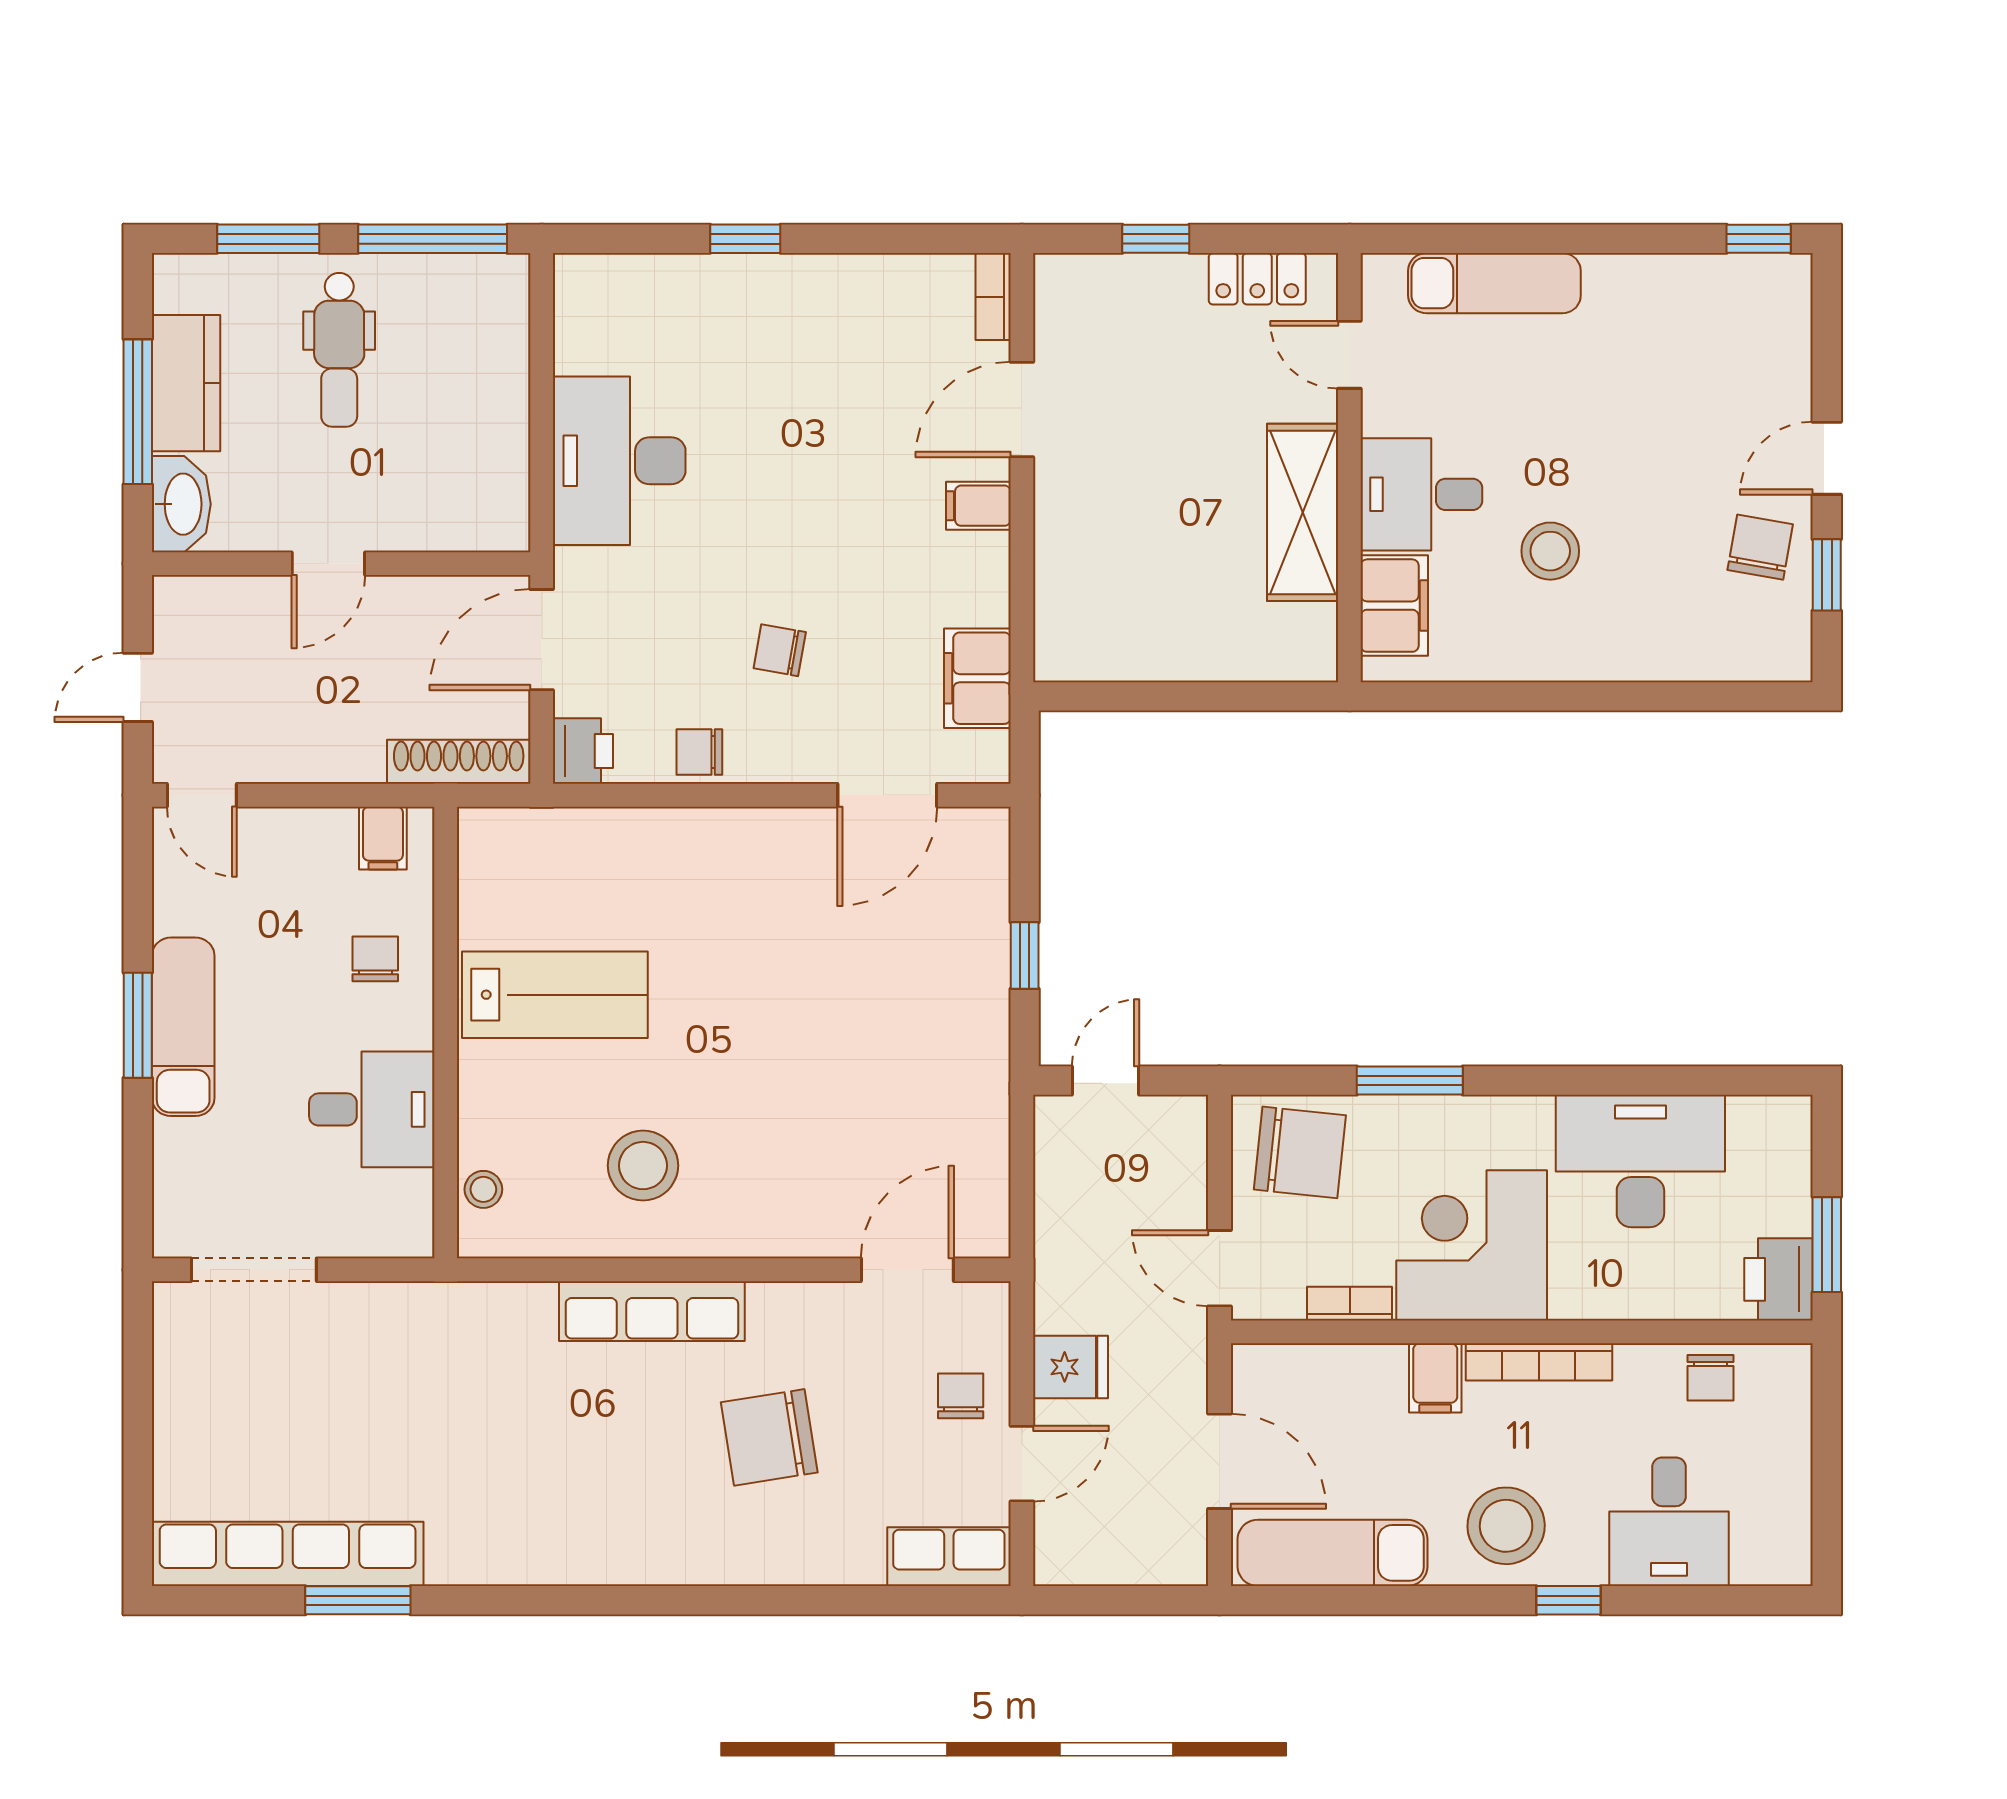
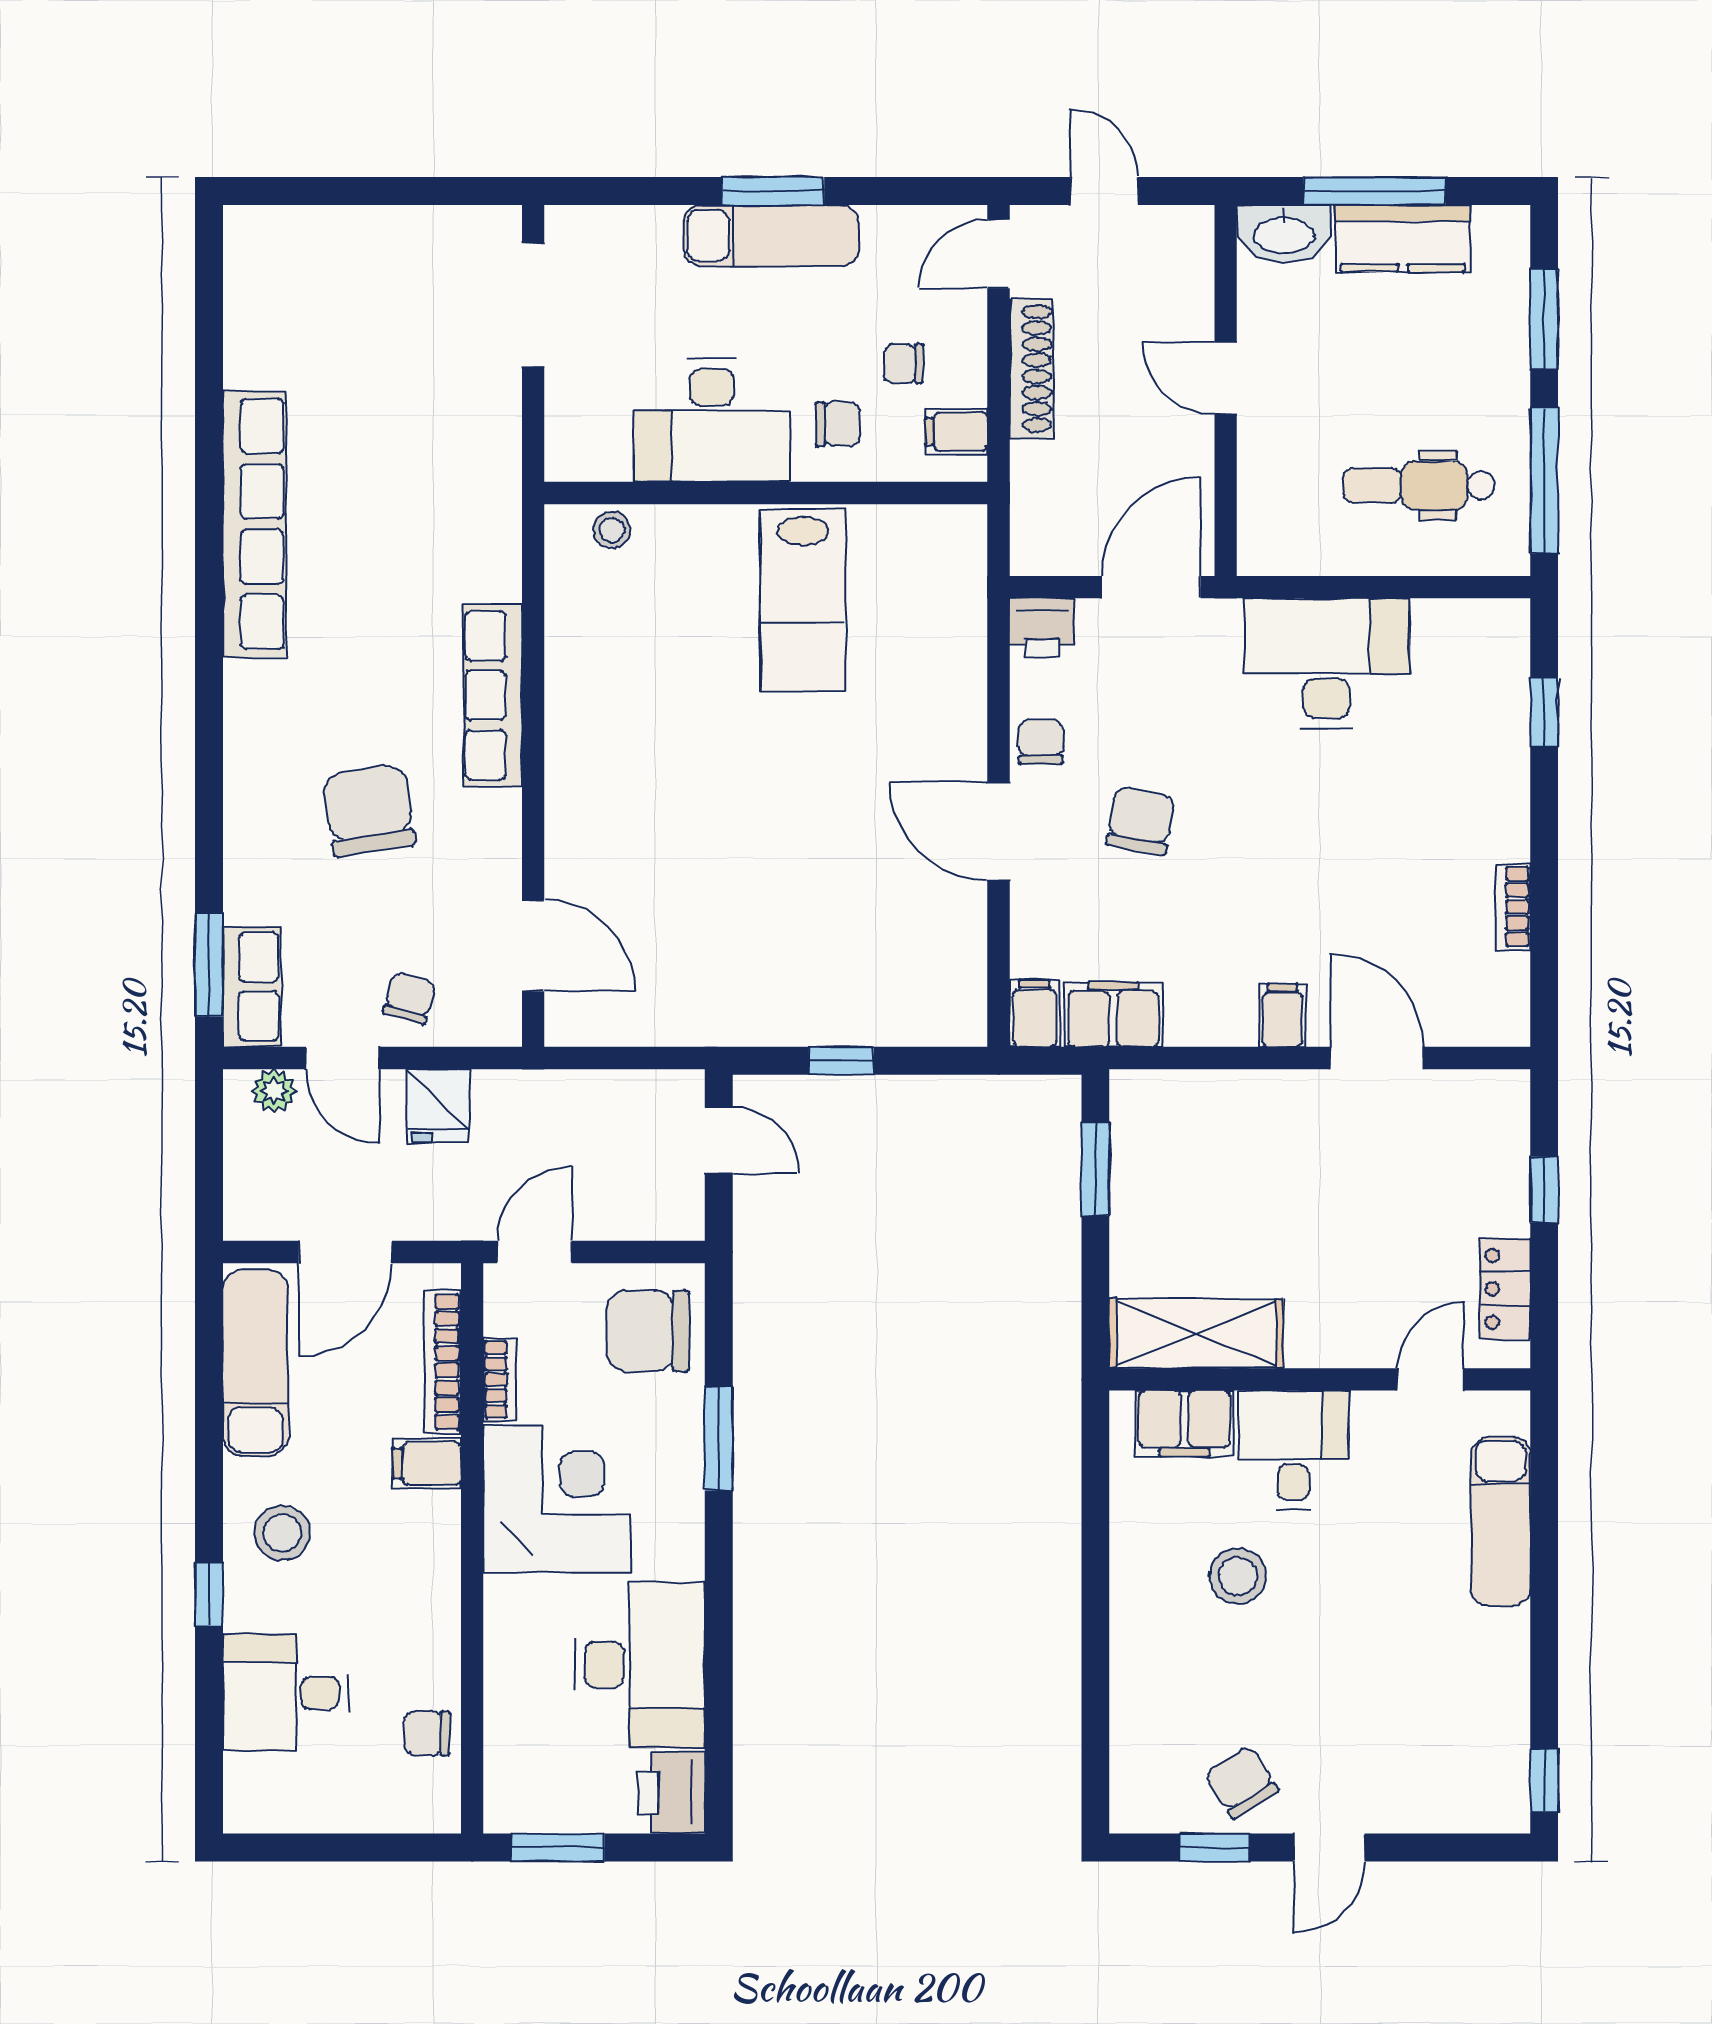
window: (745, 239) -> (1544, 712), moved
bookcase: (993, 297) -> (1513, 907), moved, turned -90
dental chair: (339, 350) -> (1419, 485), moved
door: (1827, 458) -> (1329, 1848), swing flipped
shelving: (1303, 512) -> (1196, 1333), moved
chair: (1760, 547) -> (1242, 1782), turned -132
door: (542, 640) -> (1151, 587), hinge flipped
chair: (780, 650) -> (1141, 821), width x1.37, depth x1.37
window: (1135, 696) -> (1095, 1169), added
filing cabinet: (976, 758) -> (1035, 1013), added
shoe rack: (459, 762) -> (1031, 368), moved
door: (887, 795) -> (998, 832), moved
chair: (314, 892) -> (904, 364), added
desk: (372, 1109) -> (712, 421), width x1.37
chair: (1300, 1152) -> (648, 1331), turned 84
stool: (643, 1166) -> (635, 687), removed
printer: (1779, 1279) -> (671, 1793), moved, turned -90
bookcase: (1539, 1362) -> (443, 1362), moved
chair: (961, 1396) -> (409, 998), turned -74
stool: (1506, 1526) -> (282, 1533), width x0.73, depth x0.73
plant: (1055, 1534) -> (274, 1091), added
row of seats: (288, 1554) -> (254, 524), moved
window: (358, 1600) -> (209, 965), moved

